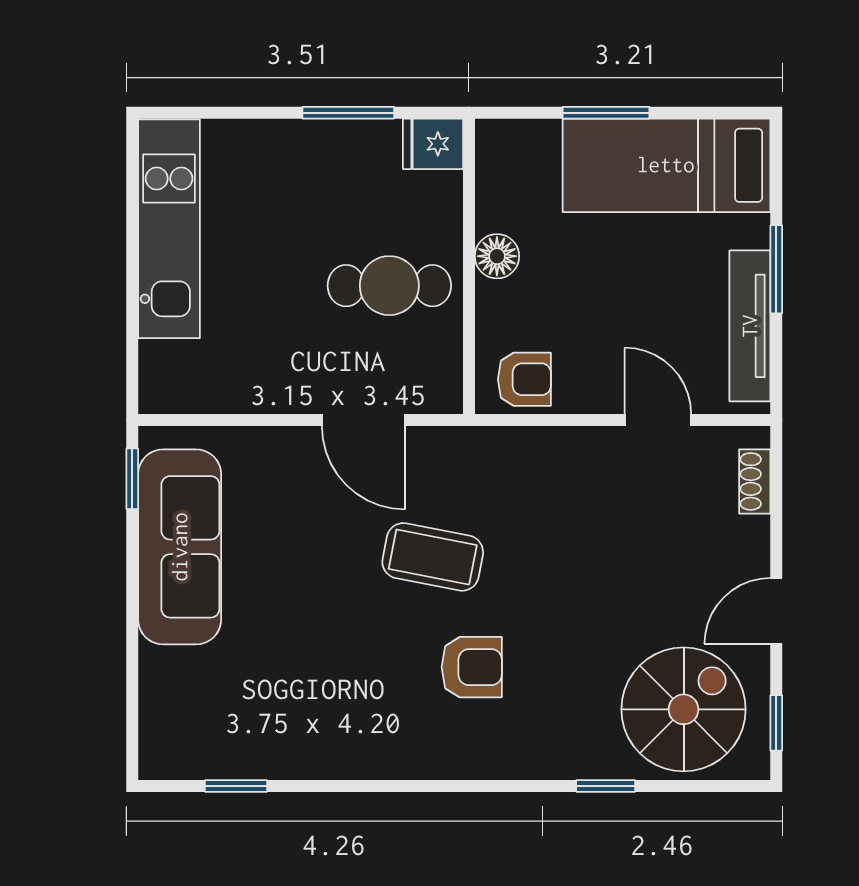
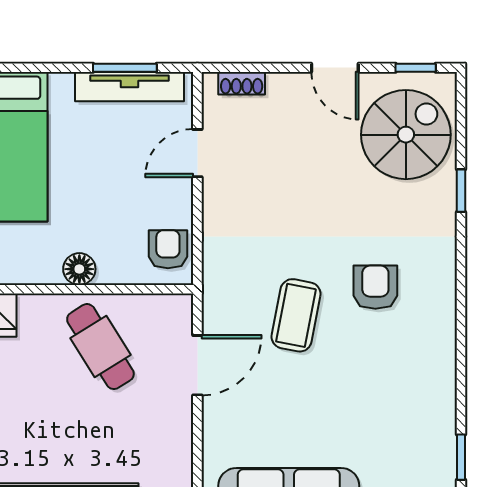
window: (776, 269) -> (125, 68), moved
cafe table: (389, 286) -> (100, 347), turned -32
spiral stairs: (684, 709) -> (406, 135), turned 90

